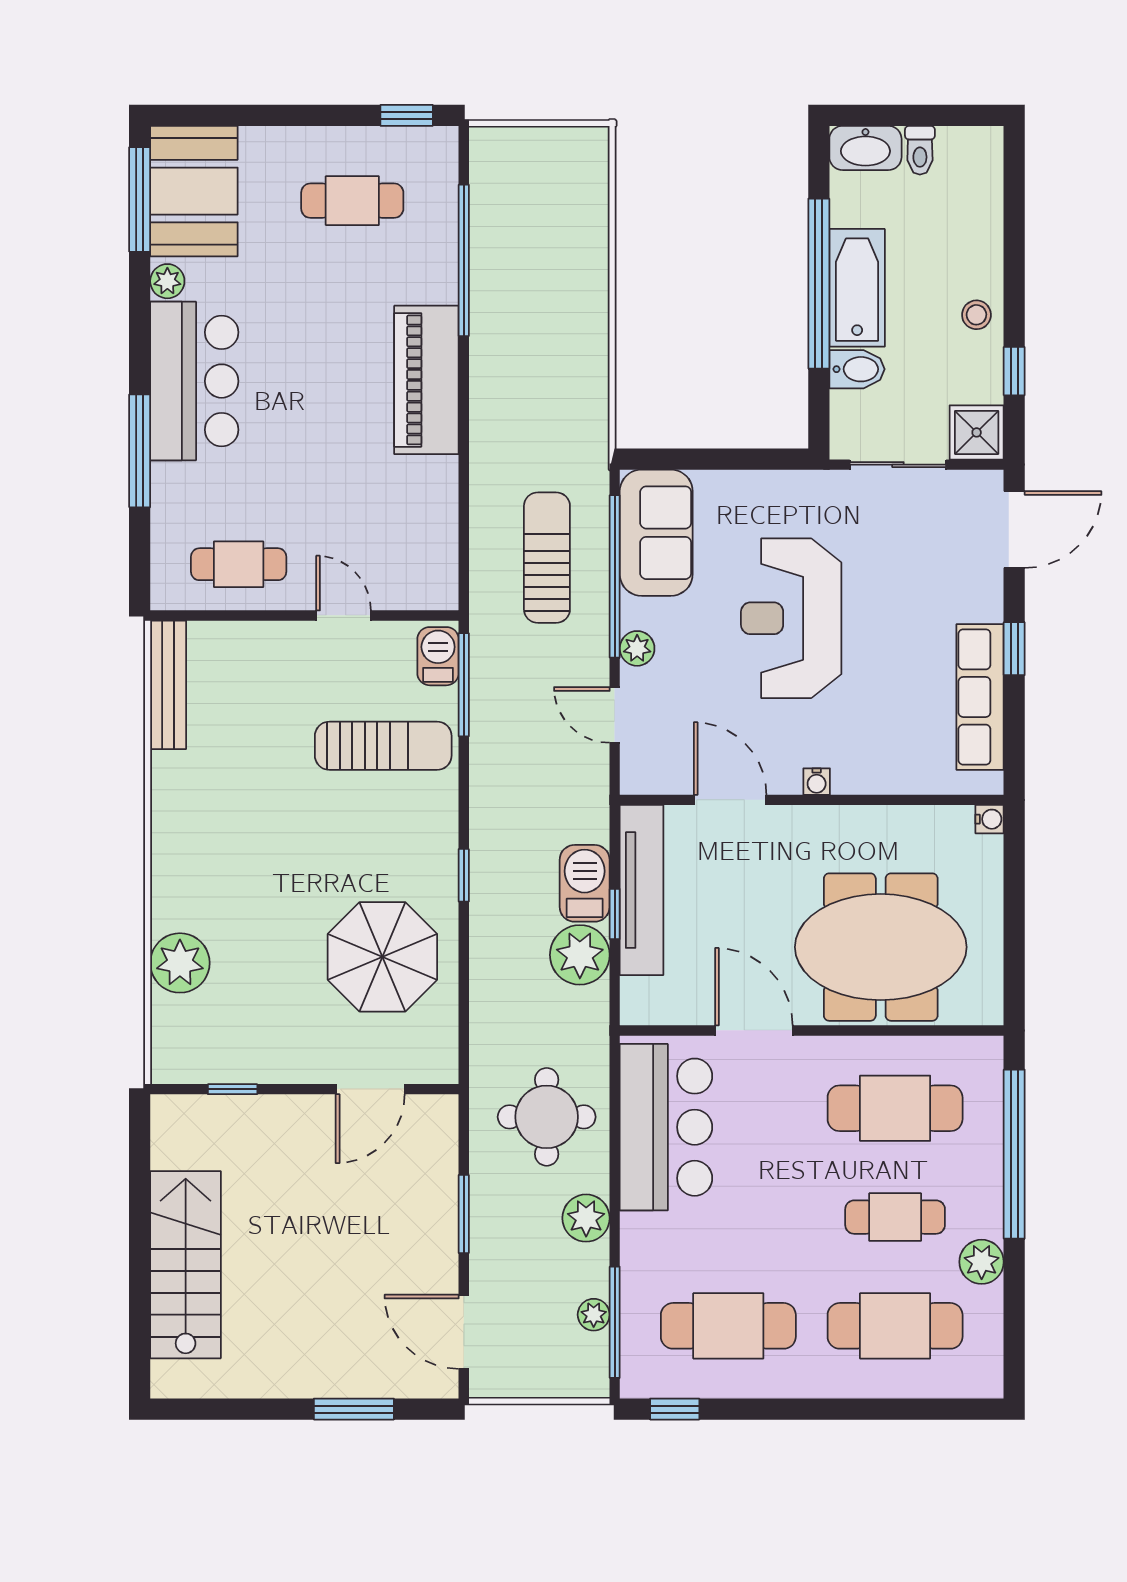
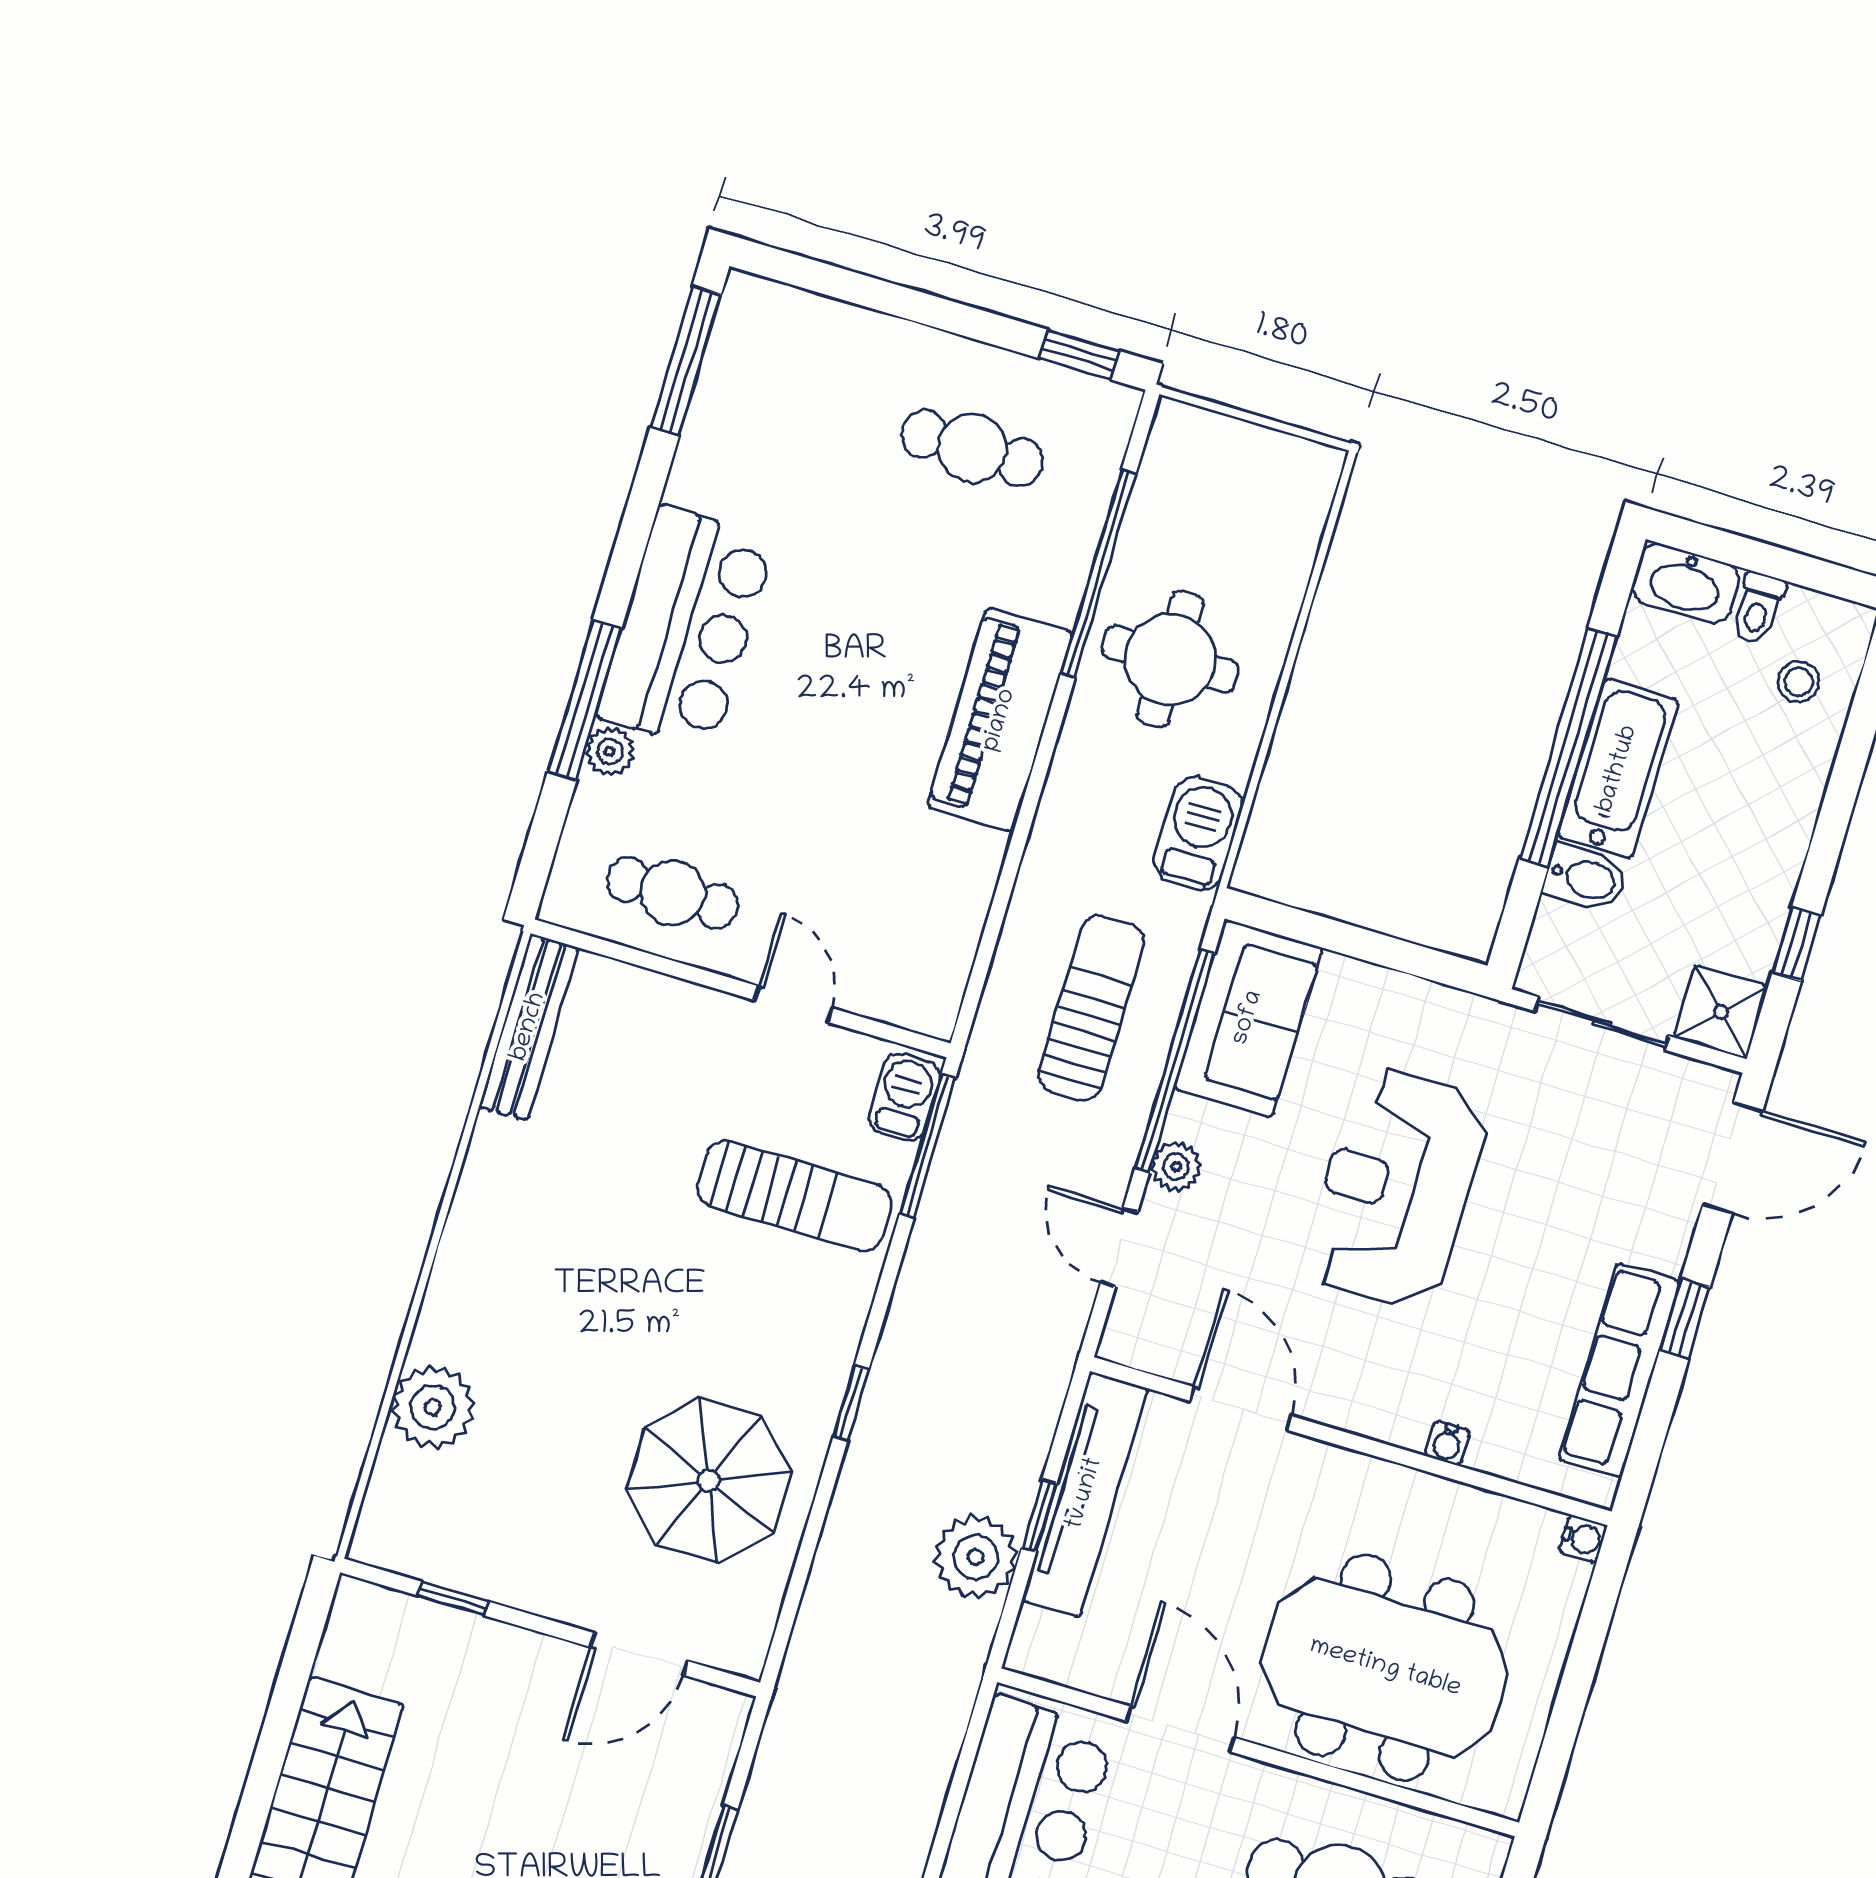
booth: (194, 191) -> (762, 371), removed
plant: (167, 281) -> (610, 752), moved
stool: (976, 315) -> (1799, 682), moved
water cooler: (817, 782) -> (1447, 1443), moved
barbecue: (585, 883) -> (1198, 834), moved
round table: (547, 1117) -> (1170, 659), moved

